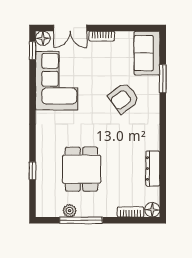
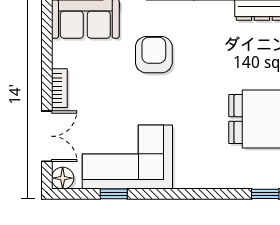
window: (33, 51) -> (114, 194), moved
armchair: (124, 98) -> (154, 55), turned -143

